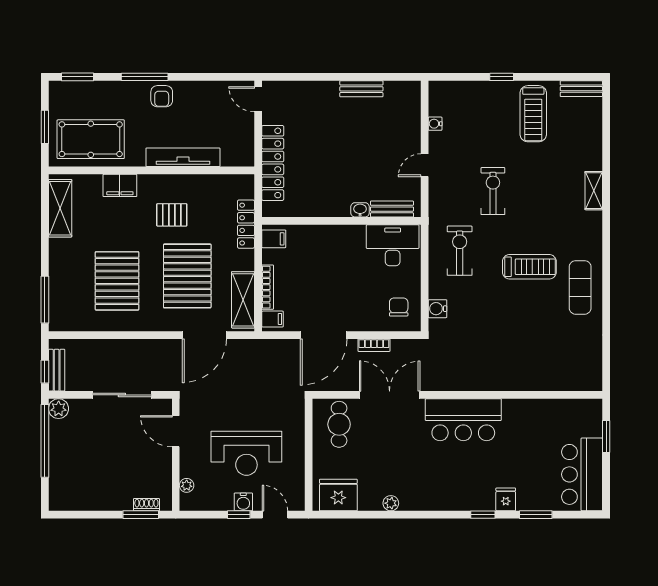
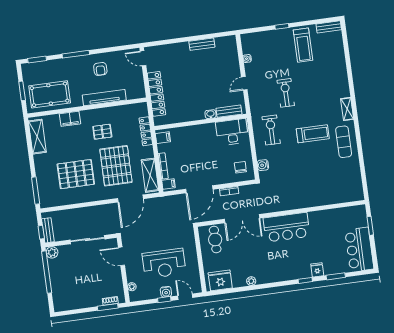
armchair: (162, 96) -> (100, 69), moved
shelving: (594, 191) -> (347, 109), moved
pallet: (117, 281) -> (76, 174), turned 90
double door: (390, 395) -> (242, 219), swing flipped

